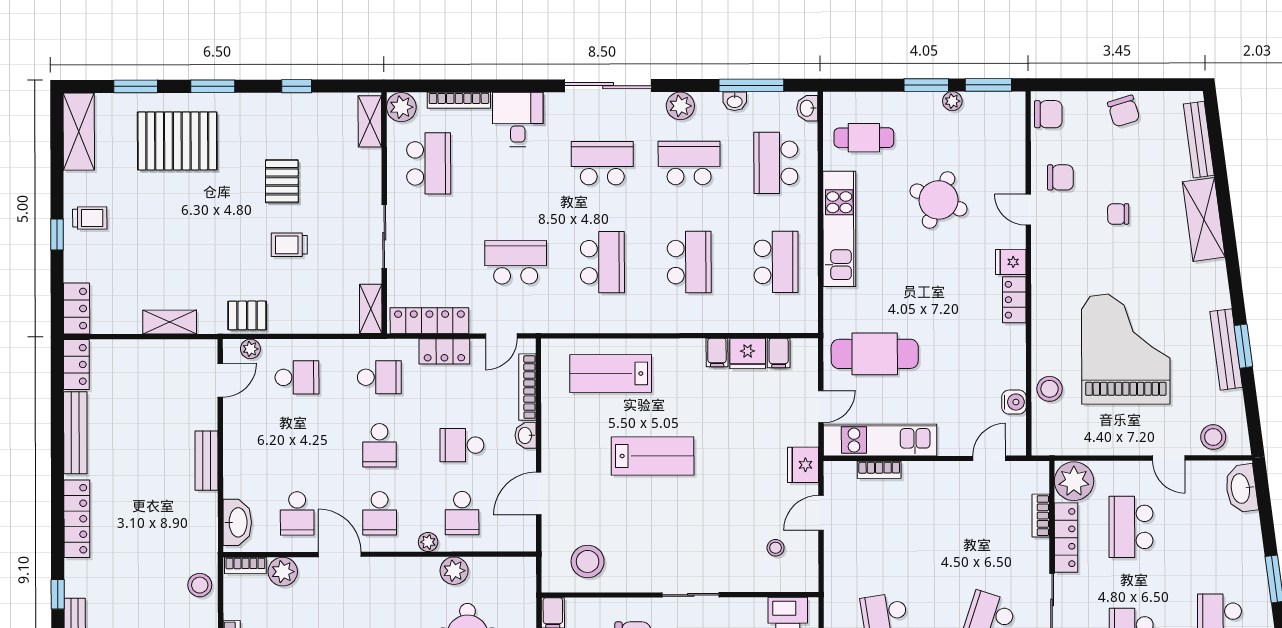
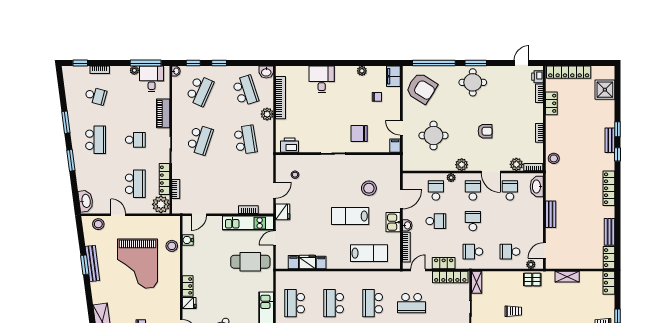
bench: (75, 433) -> (610, 232), width x0.73
kitchen sink: (557, 443) -> (393, 222), added
stool: (588, 561) -> (369, 188), moved
plant: (454, 571) -> (462, 165), moved

